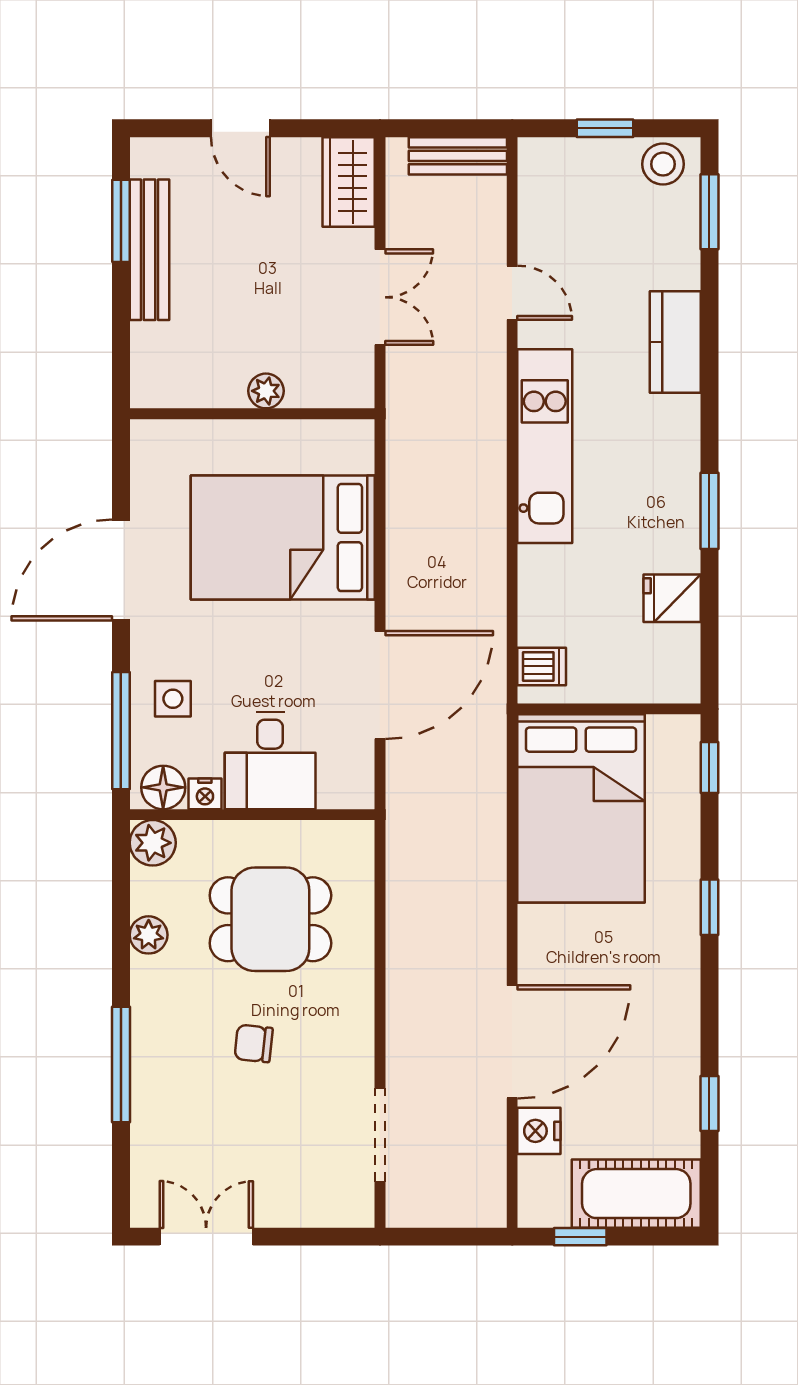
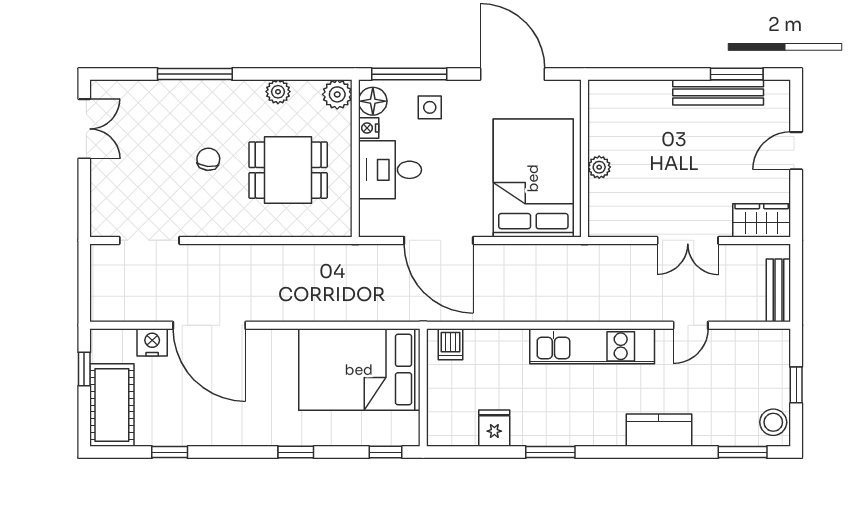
plant: (266, 391) -> (599, 167), moved
wall: (252, 414) -> (585, 158), moved
dining table: (270, 919) -> (288, 170), turned 90

